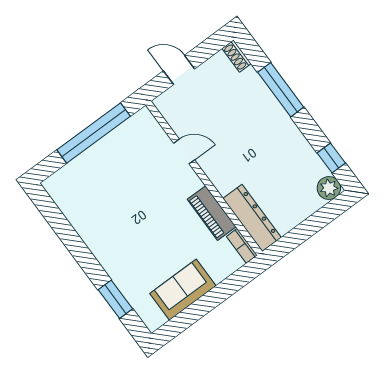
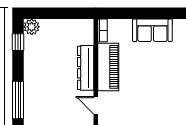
piano: (212, 213) -> (108, 67), width x1.37, depth x1.33
dresser: (252, 218) -> (86, 68), moved

